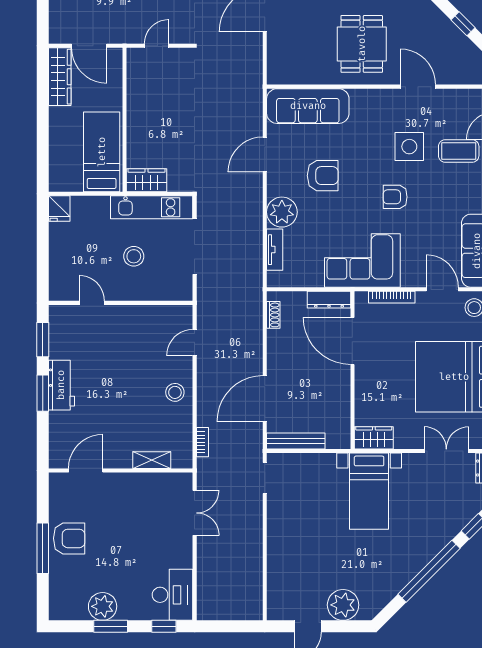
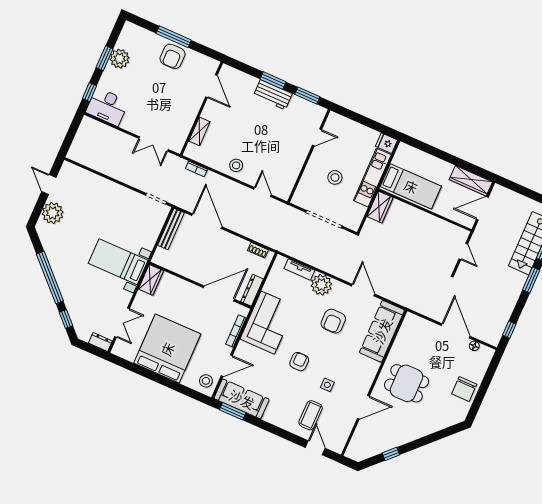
side table: (409, 147) -> (327, 385), width x0.54, depth x0.54
kitchen unit: (152, 207) -> (372, 178), moved

